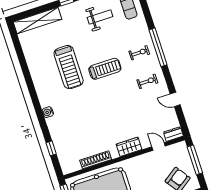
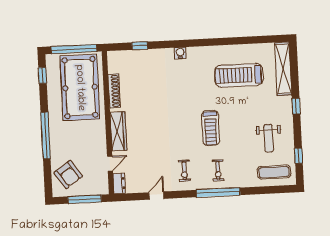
treadmill: (69, 67) -> (239, 75), moved
wardrobe: (129, 147) -> (118, 131), width x1.50

